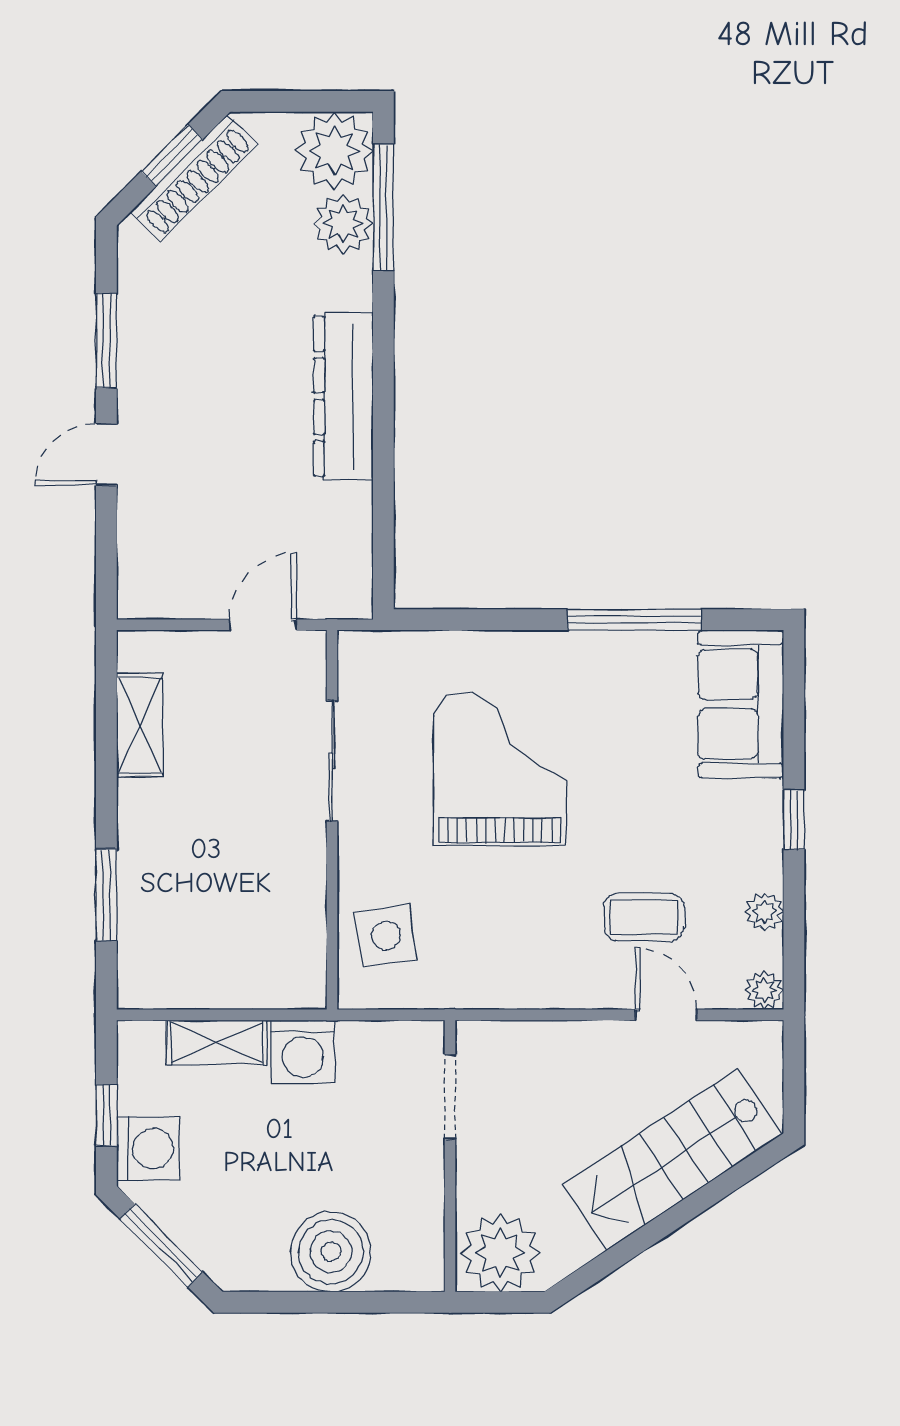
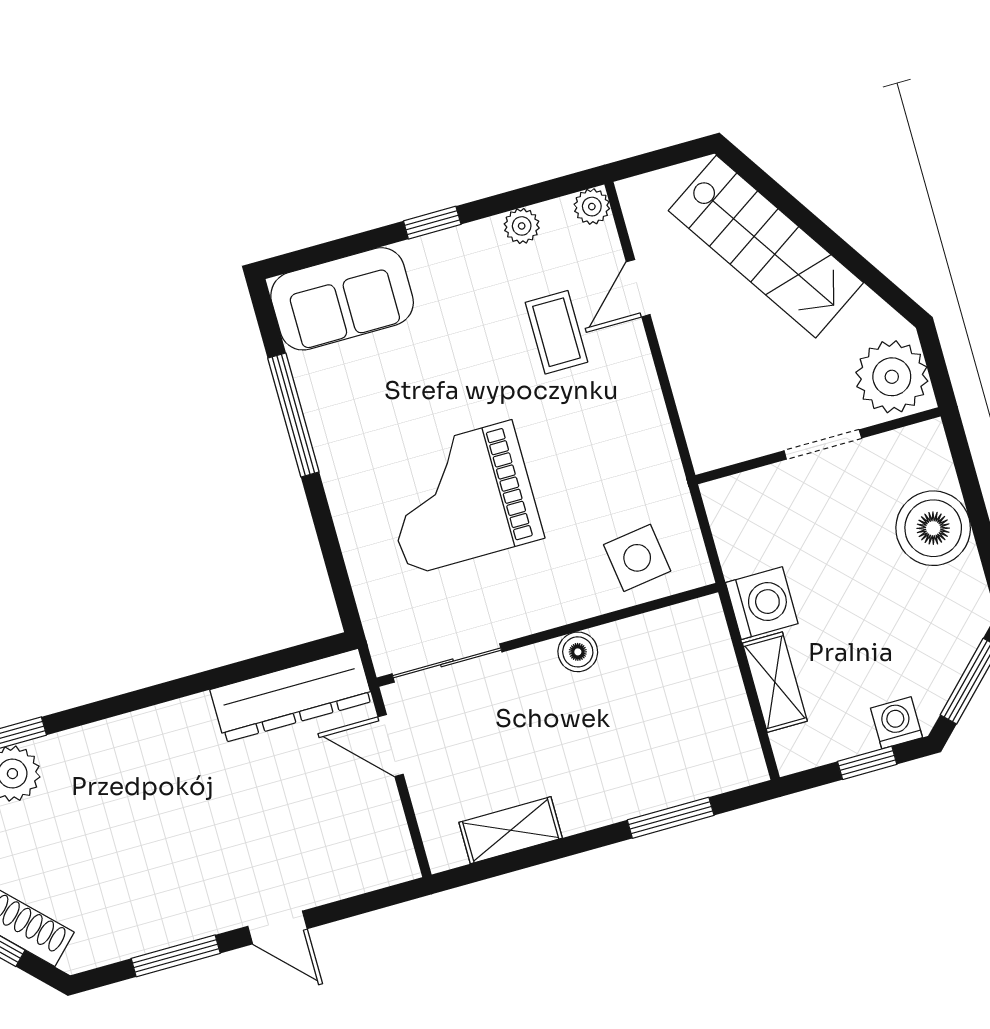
dresser: (343, 396) -> (292, 695), moved
sliding door: (332, 761) -> (447, 663), moved
boiler: (306, 847) -> (578, 652), added
doorway: (450, 1097) -> (823, 444), moved
washing machine: (148, 1149) -> (896, 723), width x0.73, depth x0.73

